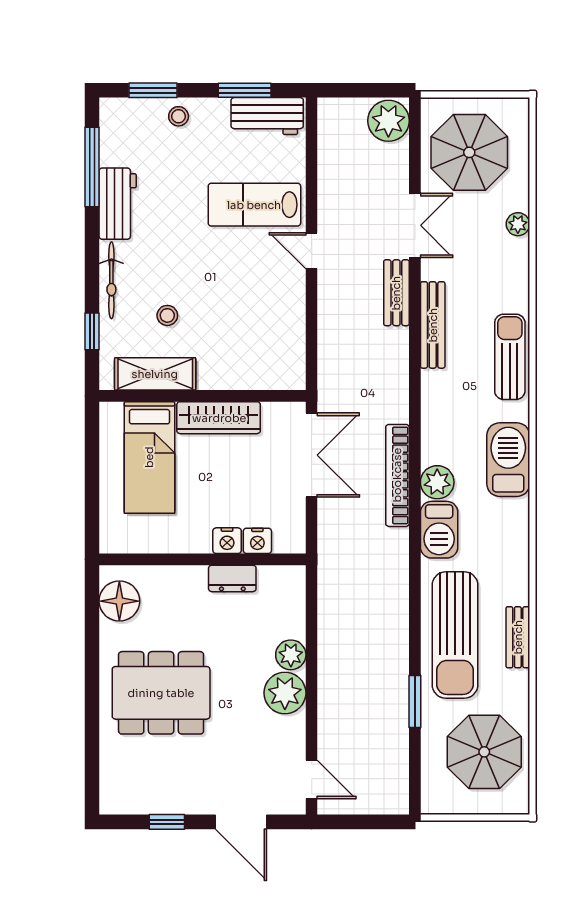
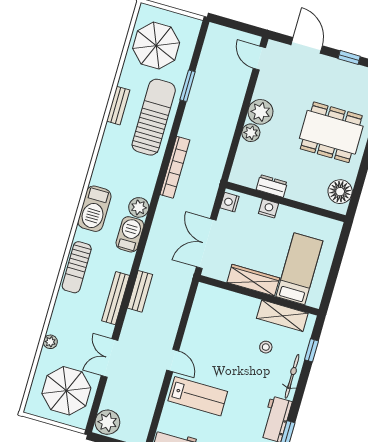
bench: (396, 293) -> (140, 291), moved
bookcase: (397, 475) -> (175, 167), moved
barbecue: (439, 530) -> (130, 234), moved
nightstand: (257, 541) -> (230, 202), moved, turned -90

